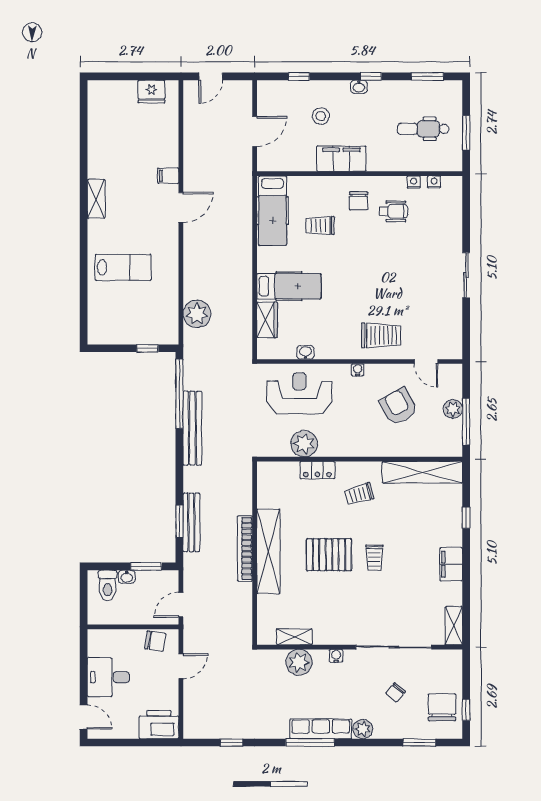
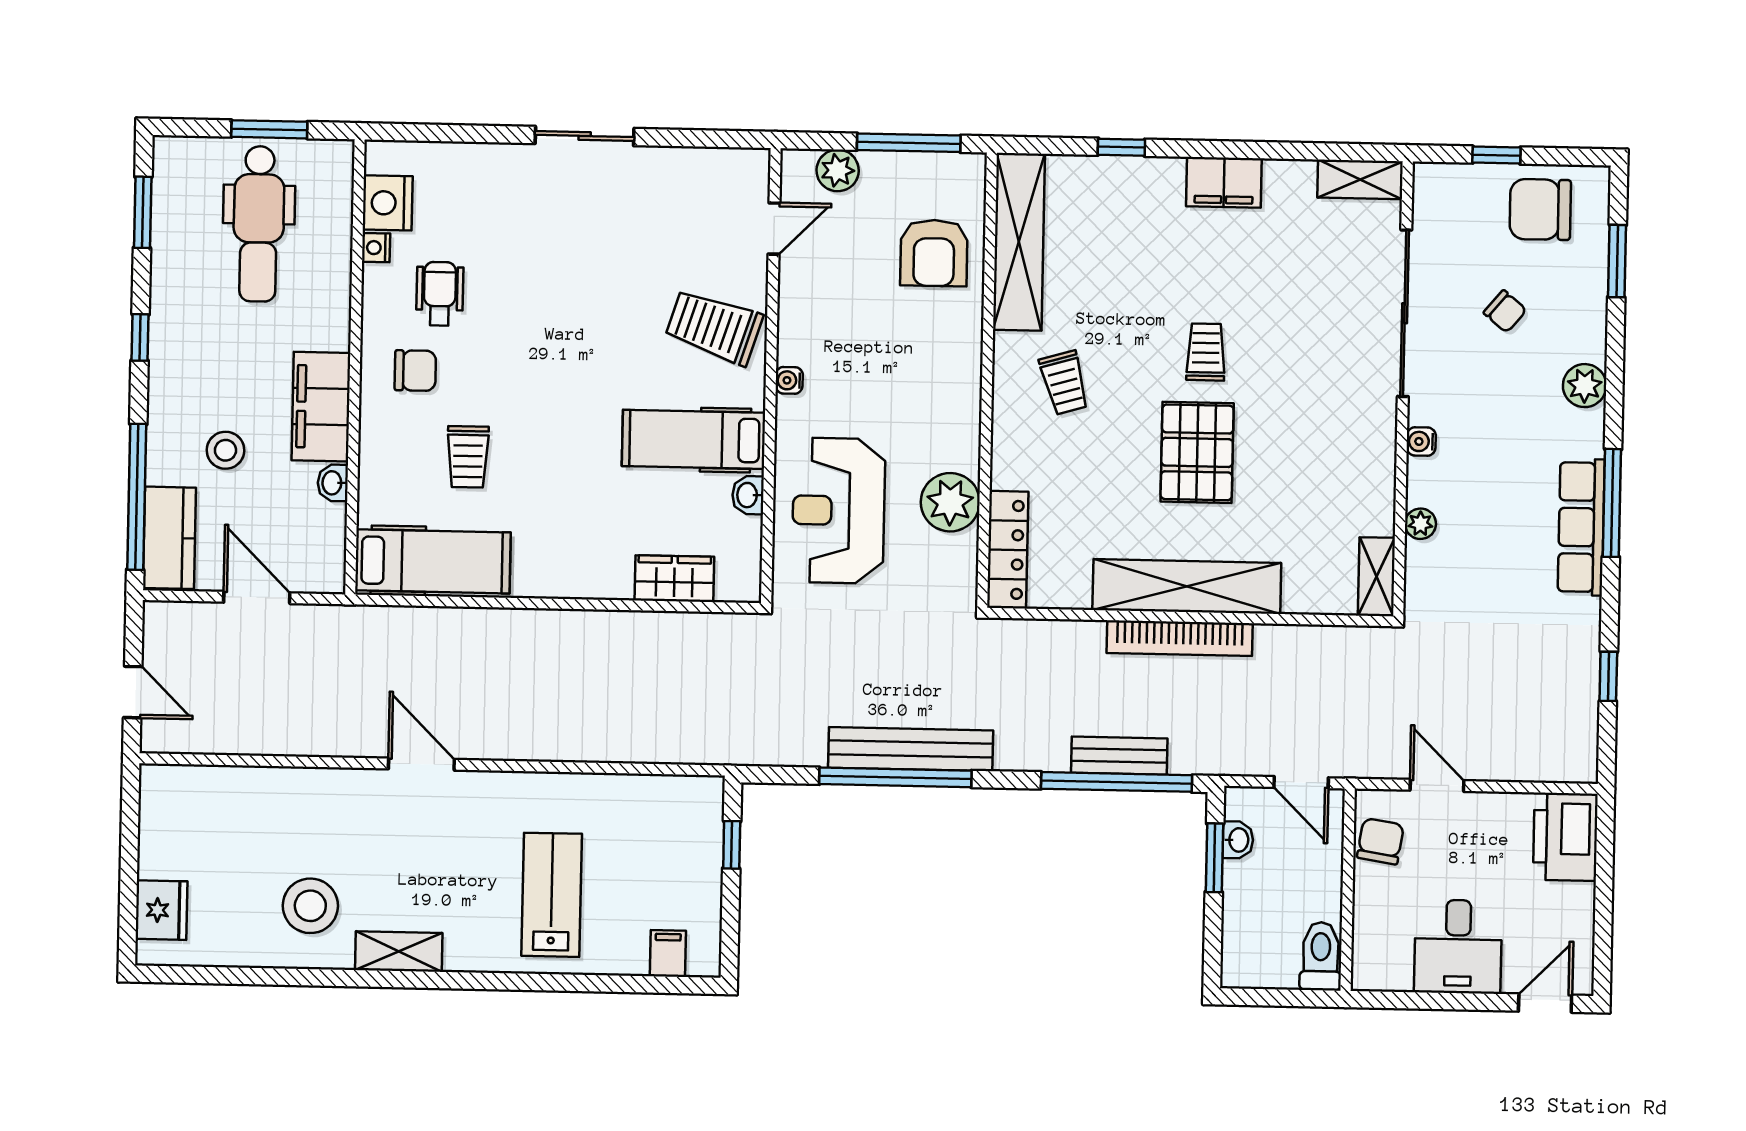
window: (299, 76) -> (137, 497), width x3.17
washbasin: (359, 87) -> (333, 483), moved, turned 180
fridge: (151, 91) -> (162, 910), moved
kitchen counter: (281, 92) -> (169, 538), added
dental chair: (423, 129) -> (259, 224), width x1.36, depth x1.38
stool: (116, 159) -> (310, 906), added
filing cabinet: (168, 176) -> (668, 953), moved, turned 180
nightstand: (434, 182) -> (388, 203), width x1.89, depth x1.79
hospital bed: (289, 286) -> (694, 439), moved, turned -90
plant: (197, 314) -> (658, 734), removed
trolley: (381, 335) -> (714, 327), turned -72
window: (179, 394) -> (895, 777), moved
armchair: (399, 407) -> (934, 253), moved, turned -61
plant: (453, 409) -> (838, 170), moved
locker: (317, 470) -> (1008, 550), moved, width x1.53
window: (179, 521) -> (1117, 782), width x2.11
bench: (191, 522) -> (1119, 756), width x0.73
trolley: (374, 558) -> (1206, 352), turned -90
washbasin: (127, 577) -> (1238, 840), moved
toilet: (108, 585) -> (1321, 956), moved, turned -90
shelving: (294, 637) -> (1376, 577), moved
plant: (299, 662) -> (1420, 524), width x0.53, depth x0.53
window: (466, 710) -> (1496, 155), moved
row of seats: (321, 729) -> (1581, 527), moved

